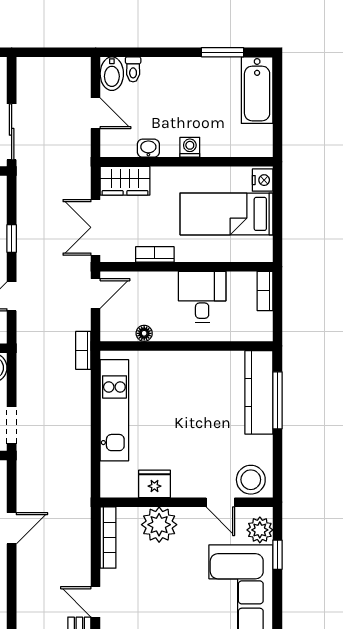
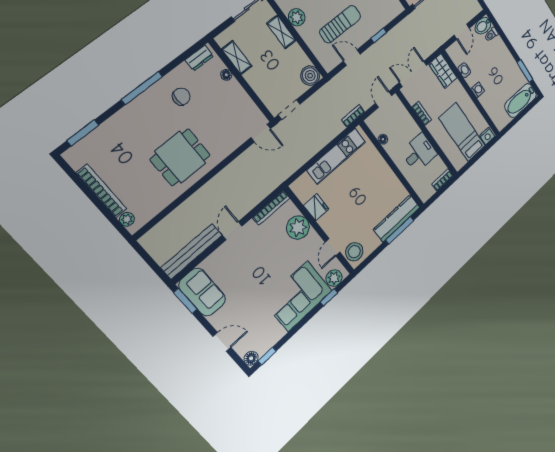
door: (96, 294) -> (384, 99), swing flipped
door: (12, 528) -> (261, 133), moved

